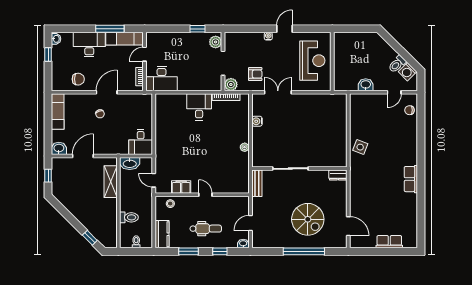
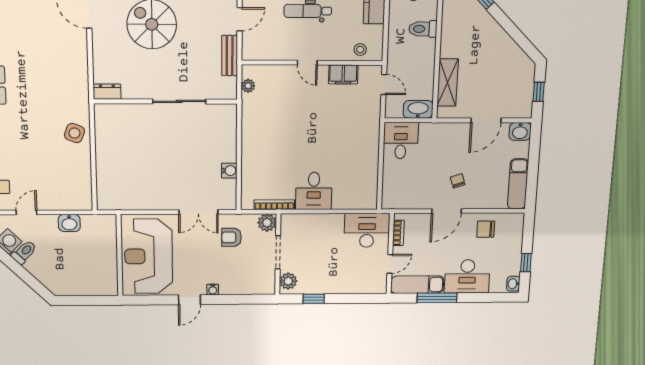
reception desk: (312, 61) -> (149, 256), width x1.36, depth x1.30
plant: (245, 147) -> (248, 86), moved
bench: (257, 183) -> (230, 56), moved

